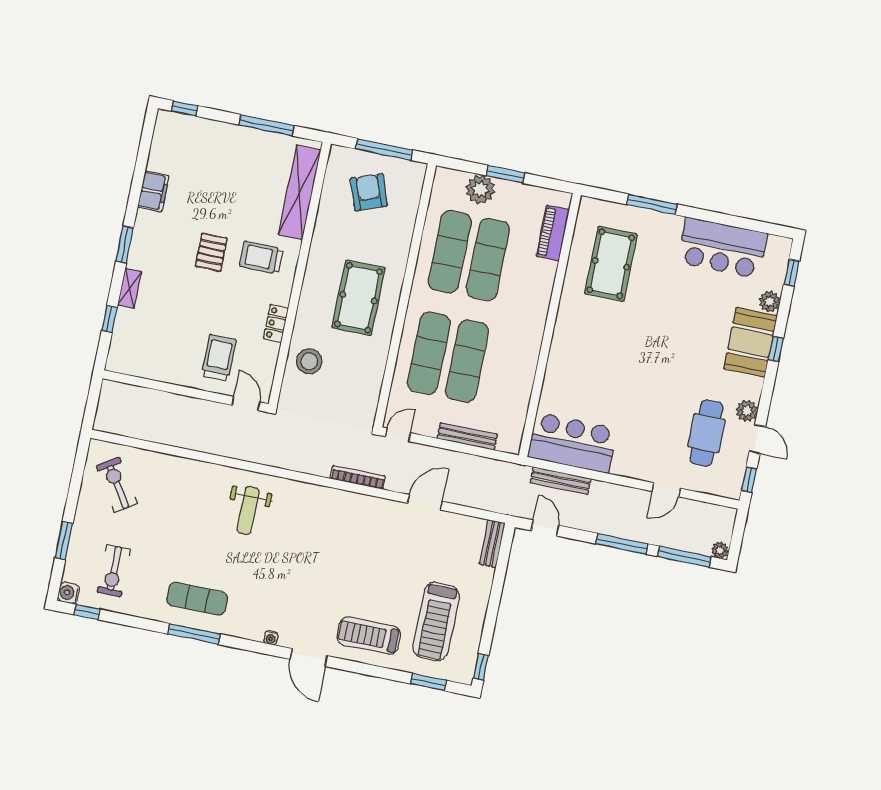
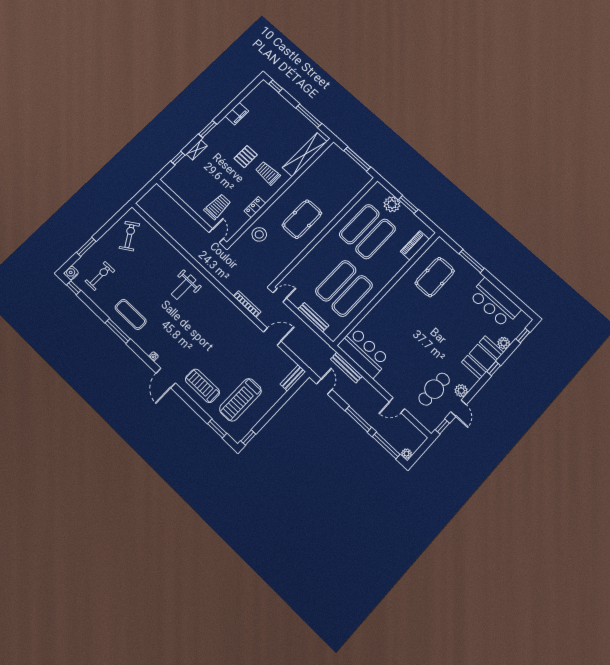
armchair: (369, 192) -> (338, 174), removed
exercise mat: (429, 353) -> (352, 296), moved
exercise bike: (114, 571) -> (100, 276), turned 180

